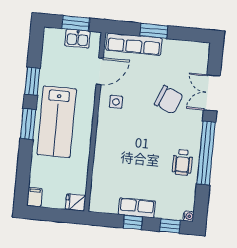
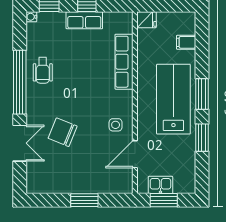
row of seats: (134, 44) -> (124, 62), moved, turned -90
wheelchair: (182, 162) -> (43, 70), turned 180
filing cabinet: (34, 197) -> (186, 42), moved, turned 90

